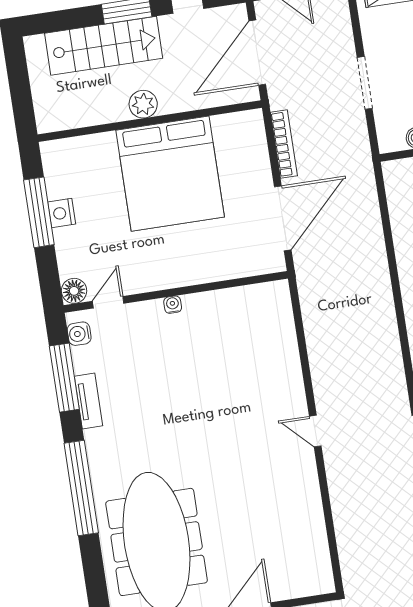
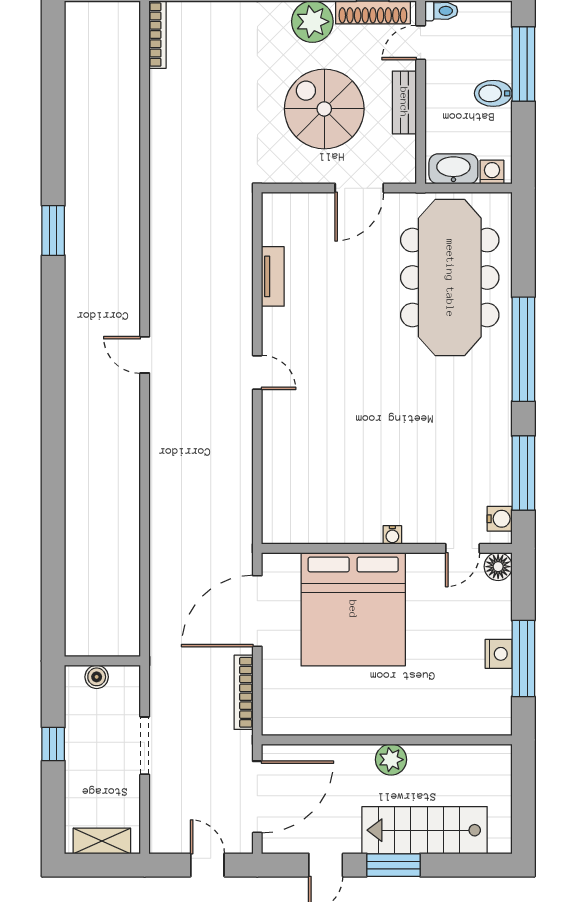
bed: (170, 174) -> (353, 609), moved, turned 180
tv unit: (88, 401) -> (273, 276), moved, turned 180

